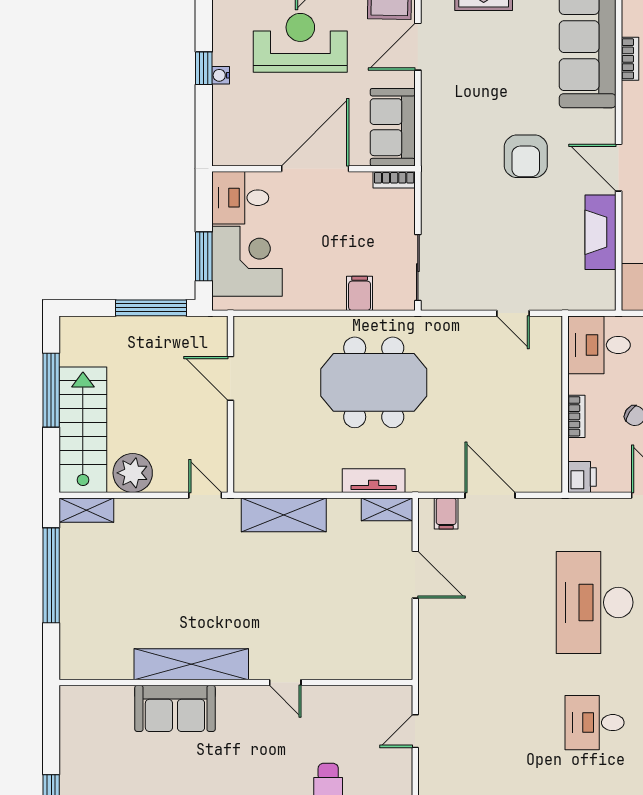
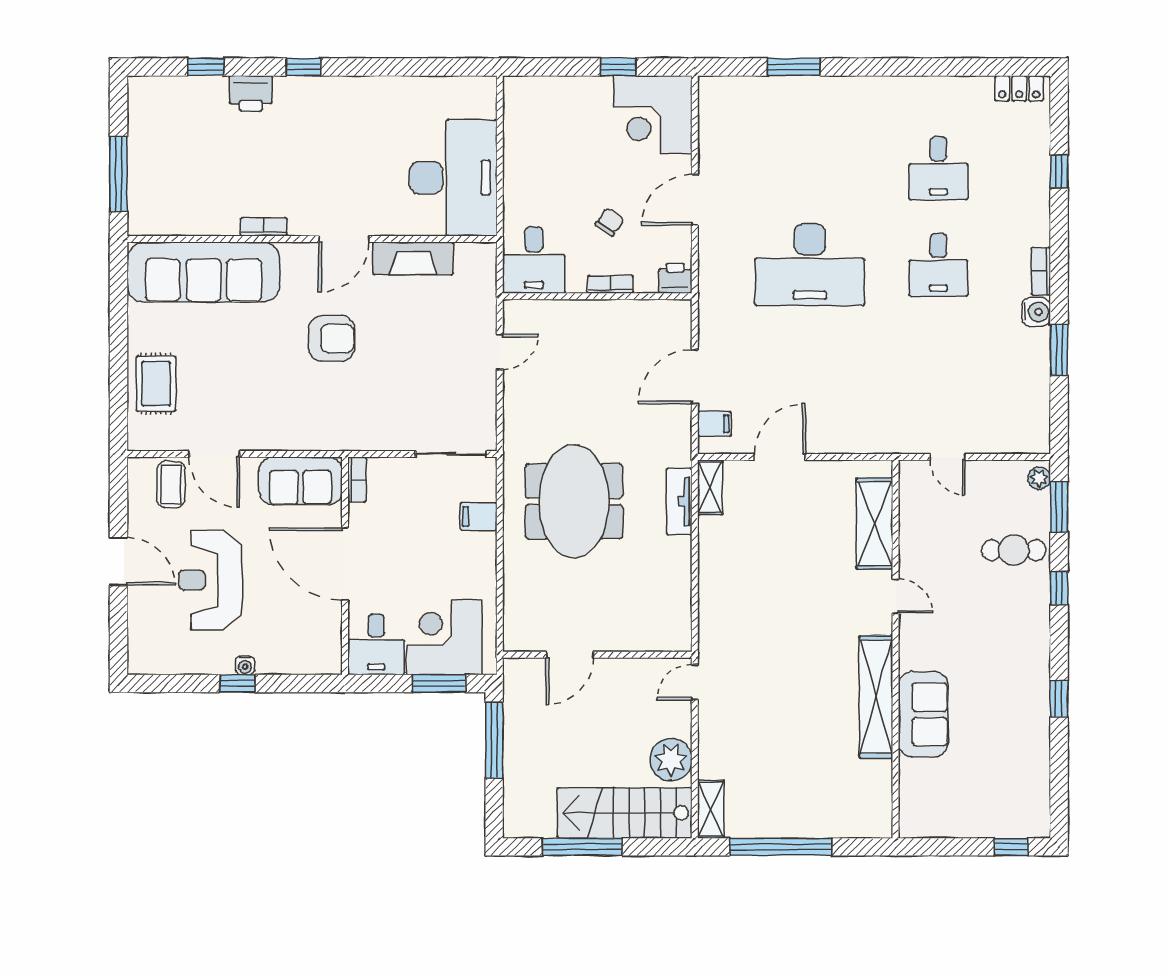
bookcase: (630, 59) -> (264, 227), moved
shelving: (284, 515) -> (875, 524), moved
door: (285, 683) -> (896, 596), hinge flipped

